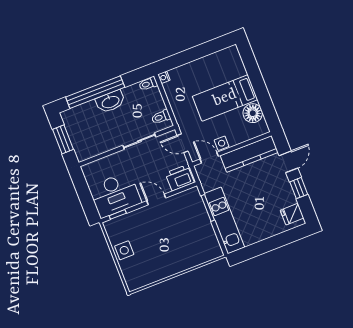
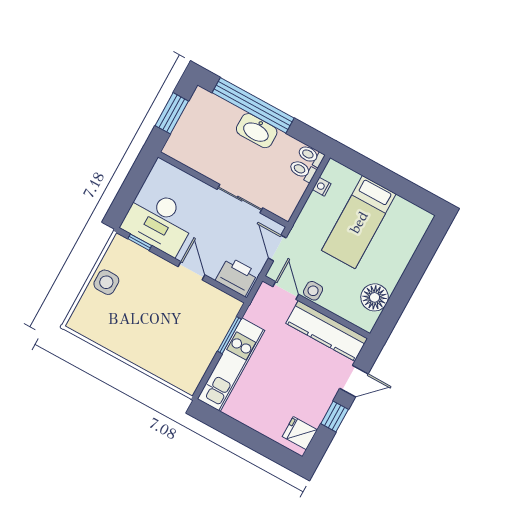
nightstand: (164, 77) -> (322, 187), moved
bed: (225, 98) -> (359, 222), moved, turned -90
toilet: (161, 117) -> (303, 171), moved

